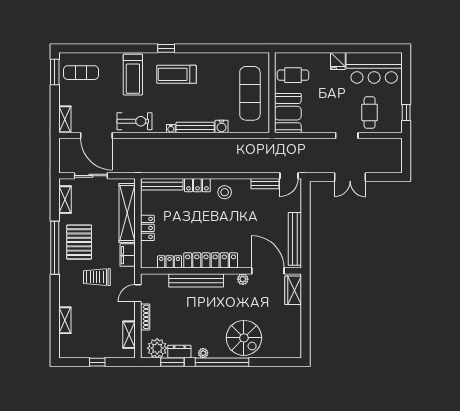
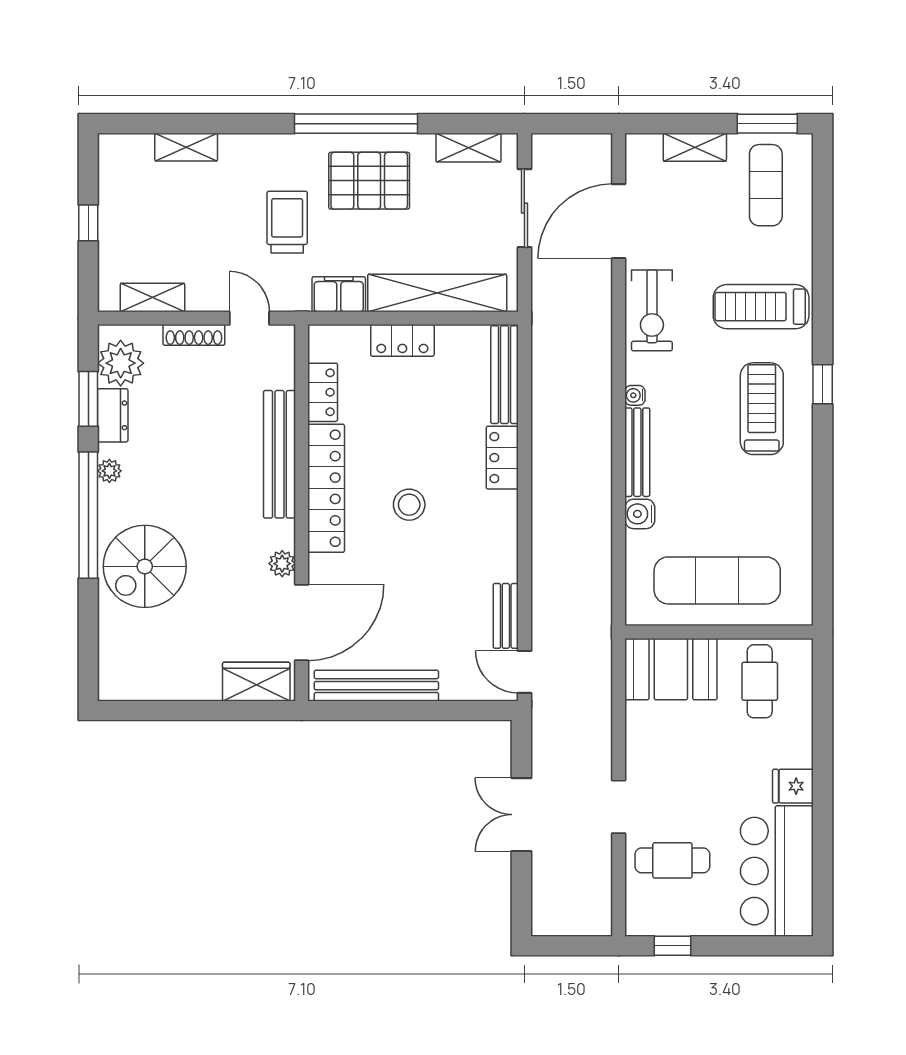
shelving: (65, 119) -> (695, 147), moved
stool: (225, 192) -> (409, 505), moved

